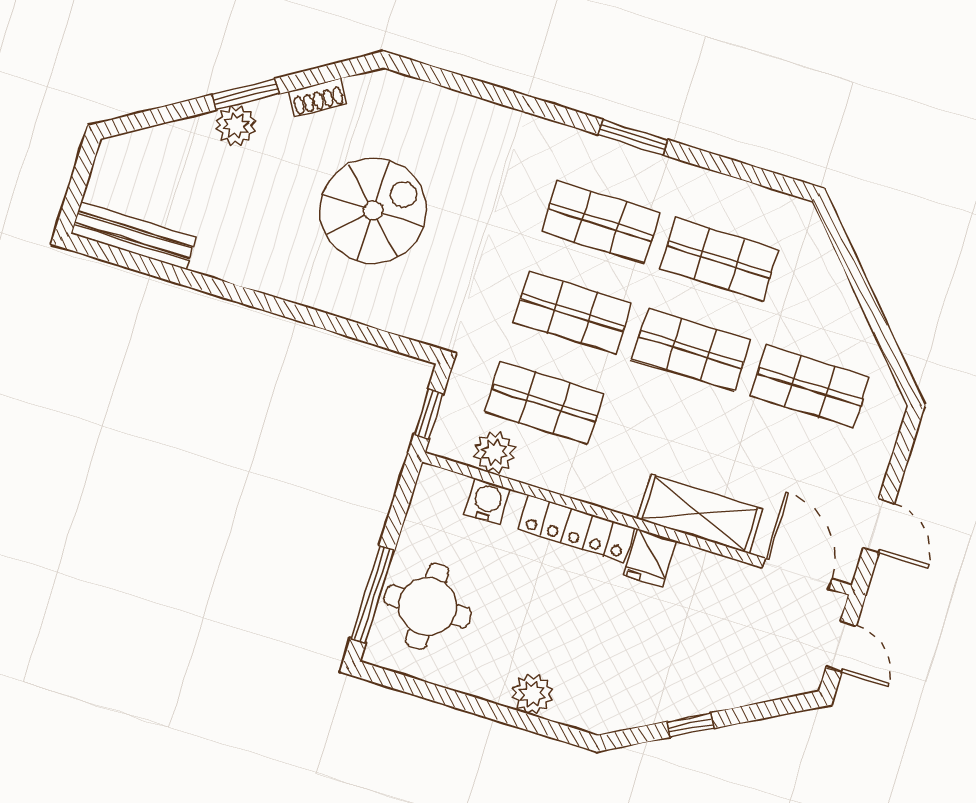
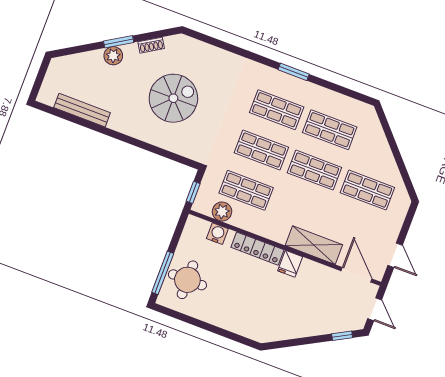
bench: (133, 236) -> (82, 110), moved
plant: (532, 694) -> (233, 322), removed
window: (691, 725) -> (342, 336), moved

